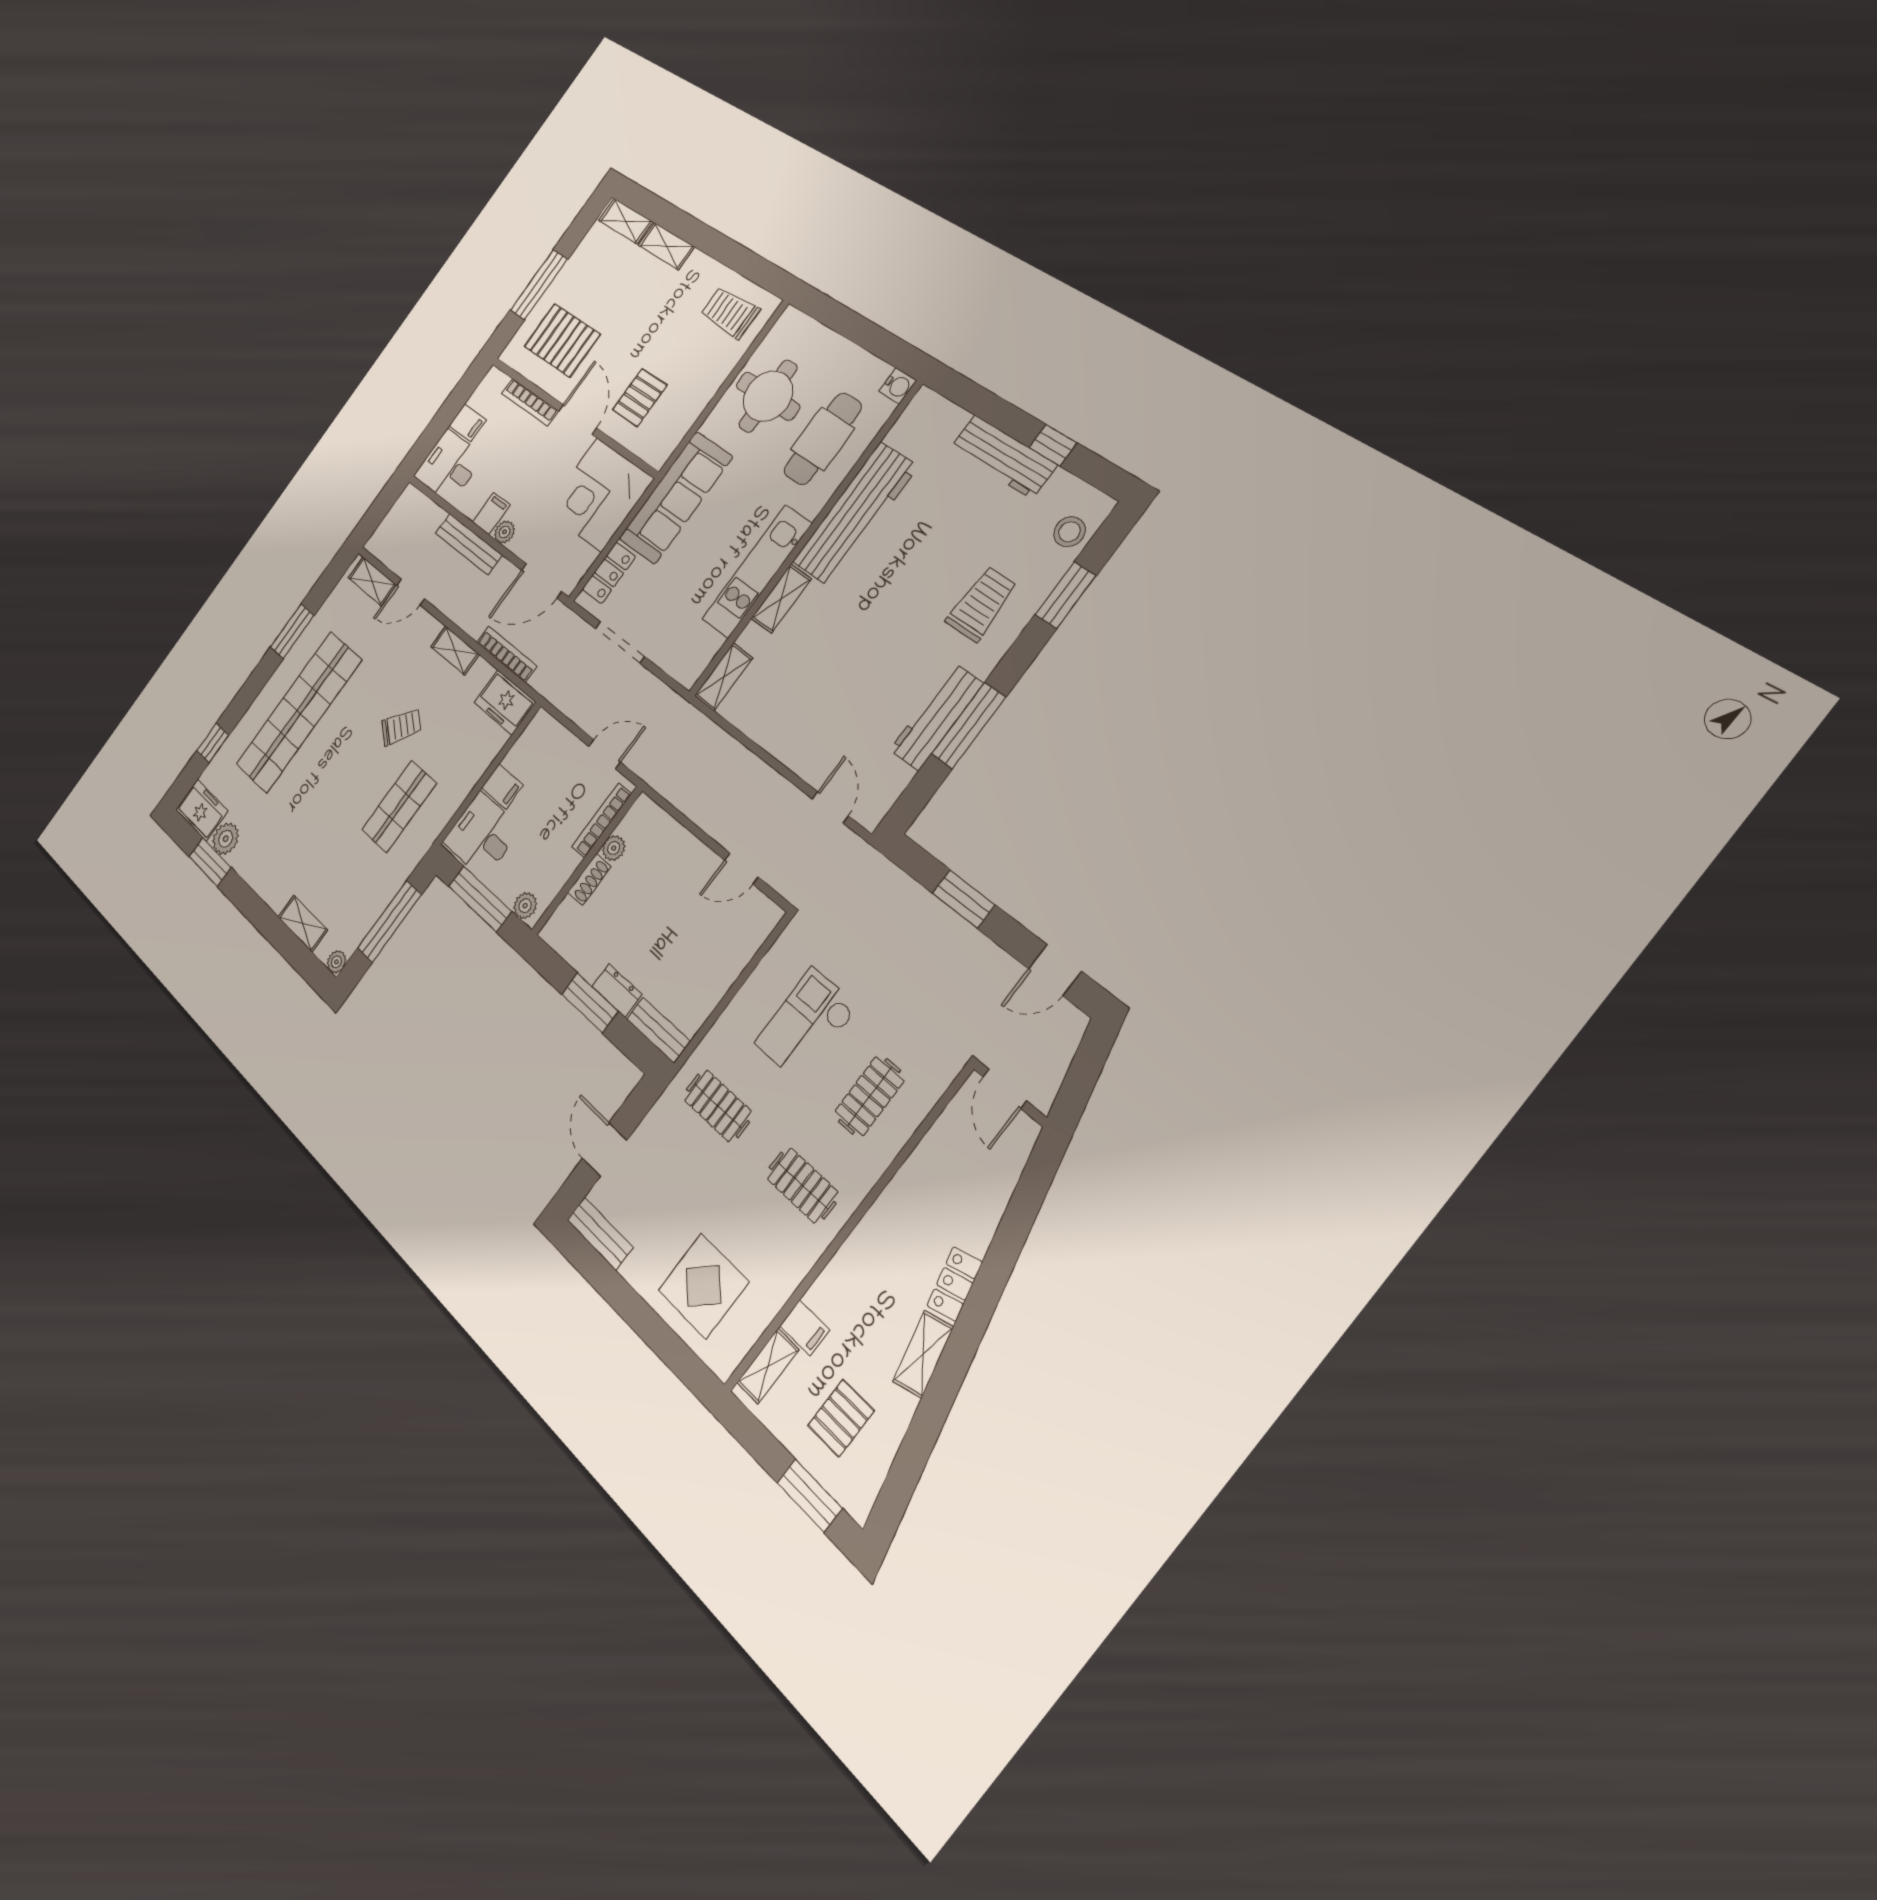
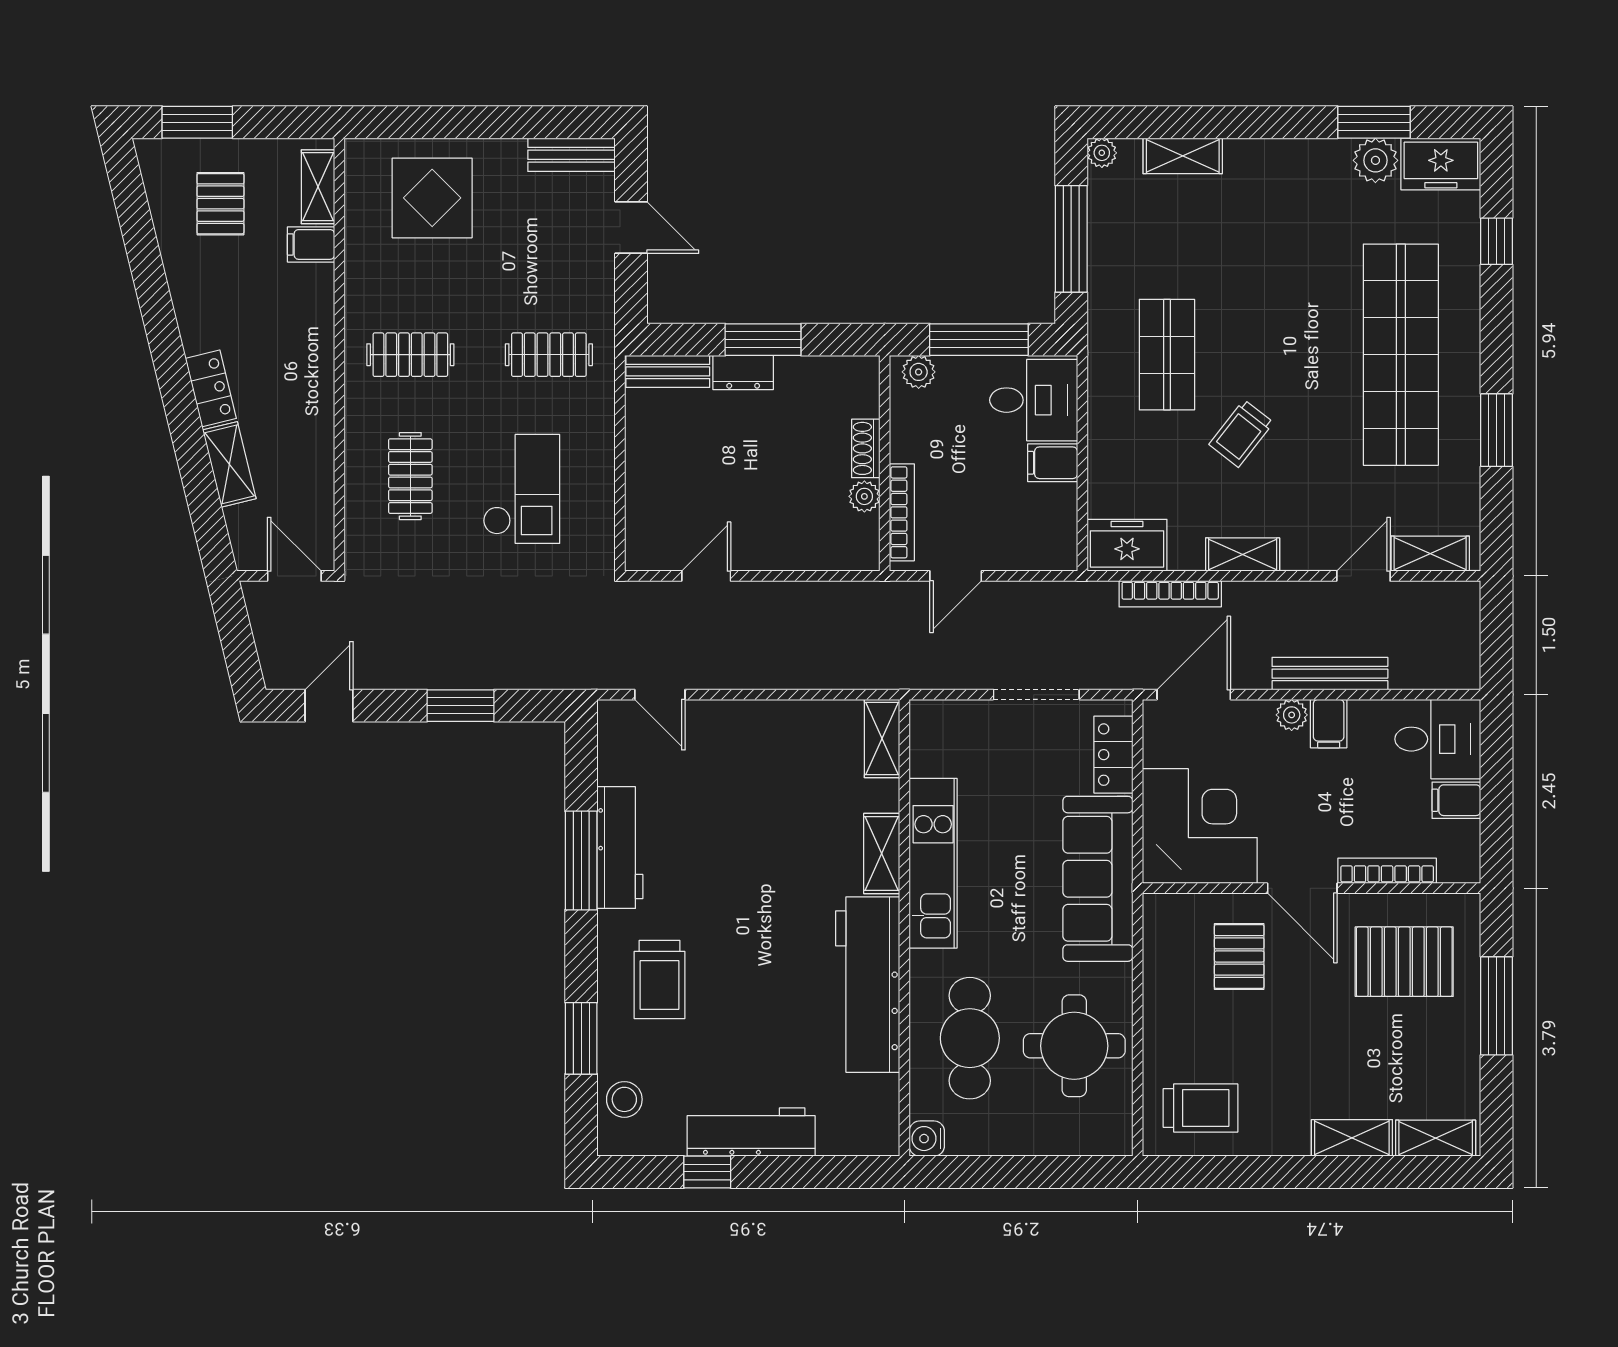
shelving: (923, 1354) -> (229, 464), moved

